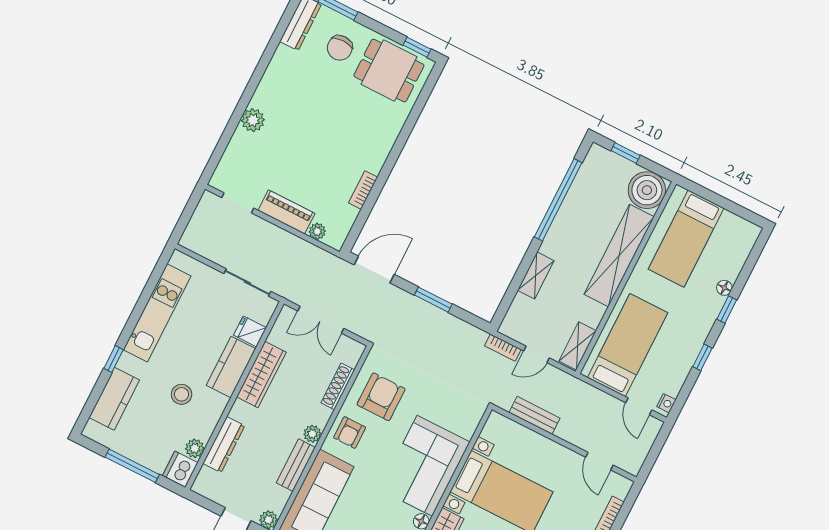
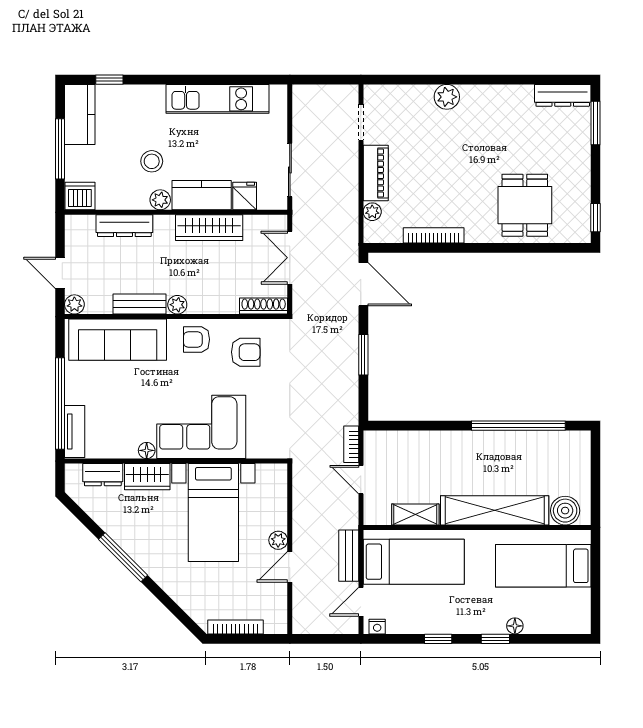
chair: (340, 48) -> (558, 145), removed
dining table: (389, 70) -> (525, 205), moved
window: (626, 153) -> (596, 467), removed
bookcase: (363, 190) -> (434, 235), width x1.56
boiler: (647, 190) -> (565, 511), width x0.73, depth x0.73
shelving: (536, 275) -> (436, 441), removed
shelving: (578, 346) -> (415, 514), moved
window: (114, 359) -> (109, 80), moved
shoe rack: (338, 386) -> (264, 306), moved
armchair: (381, 397) -> (246, 352), width x0.72, depth x0.72
kitchen counter: (114, 399) -> (80, 114), moved, turned -90
bench: (535, 415) -> (349, 556), moved
plant: (195, 448) -> (160, 200), moved
plant: (552, 449) -> (278, 540), added
door: (599, 461) -> (290, 567), moved

